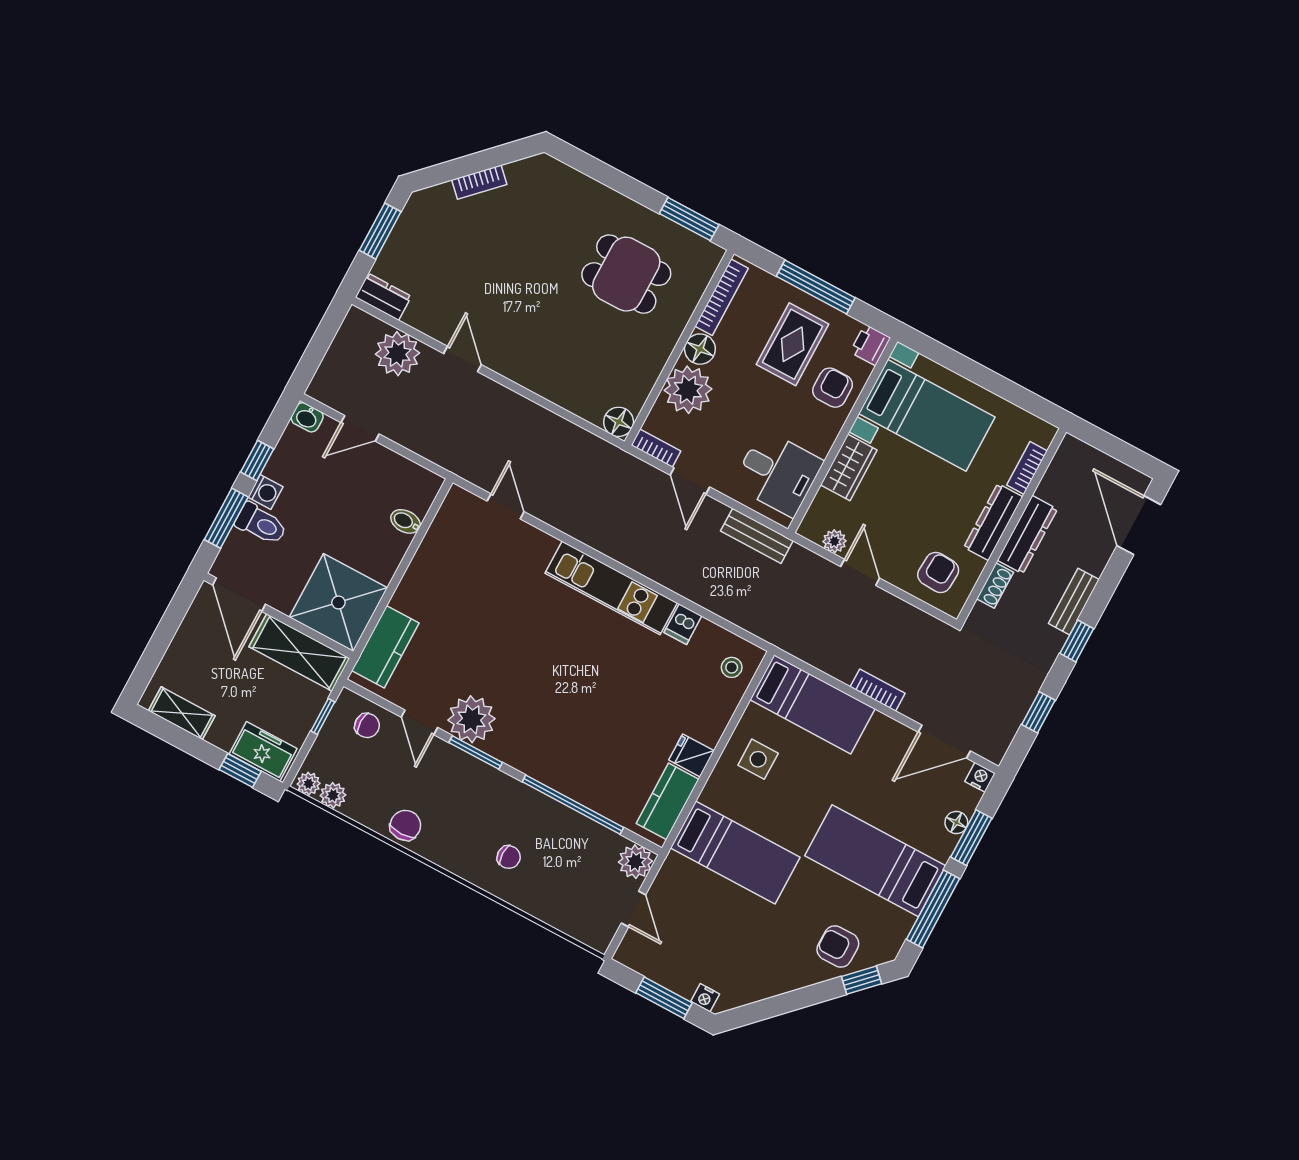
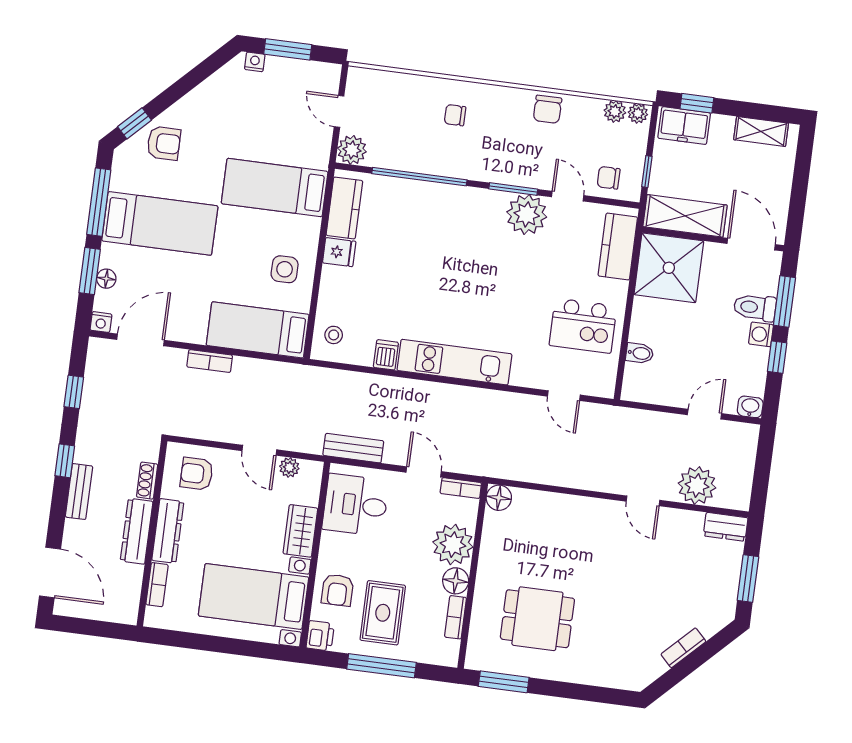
bookcase: (722, 297) -> (456, 617), width x0.64
armchair: (938, 573) -> (197, 474), turned 87
kitchen island: (456, 575) -> (583, 326), added

